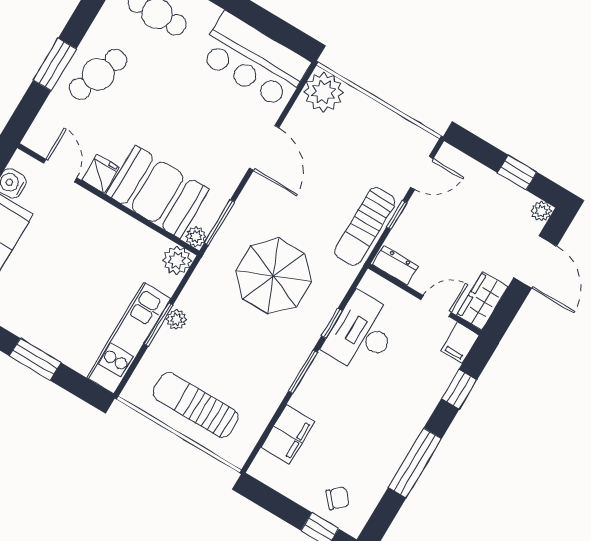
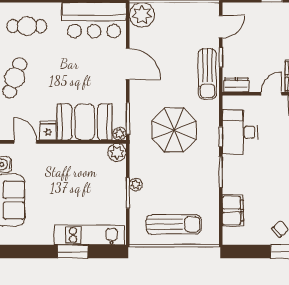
kitchen unit: (129, 338) -> (89, 235), moved, turned 90
sun lounger: (196, 405) -> (174, 224), turned 180

